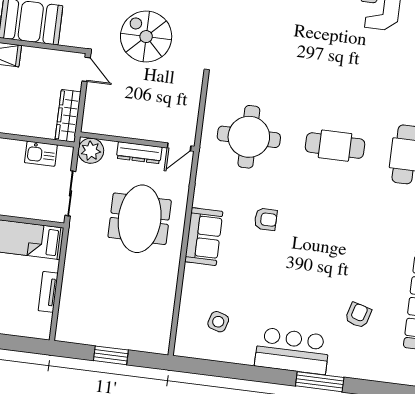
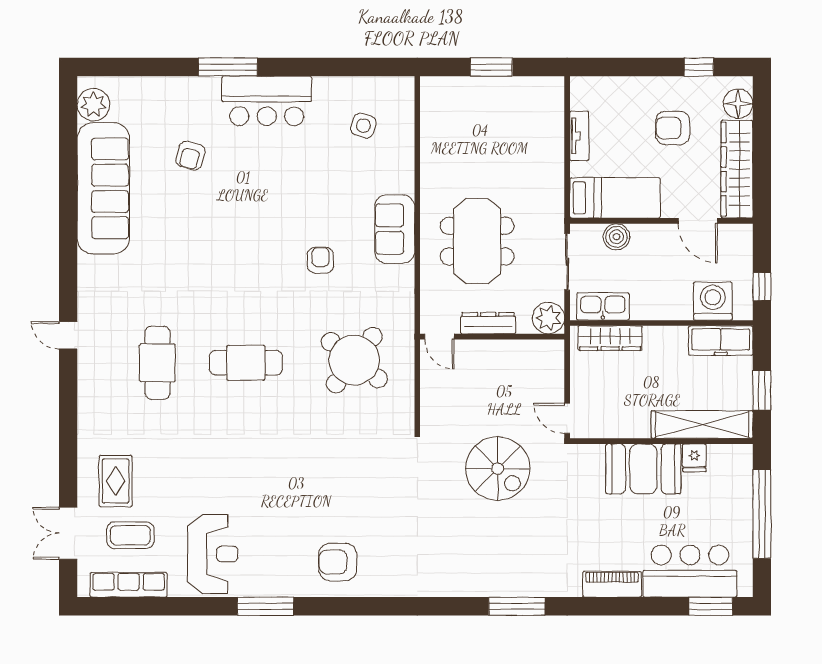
wardrobe: (68, 116) -> (610, 338), moved, turned 90
round table: (249, 137) -> (354, 360), turned 38
door: (179, 147) -> (439, 337), swing flipped
kitchen sink: (41, 154) -> (603, 306), width x1.38
boiler: (29, 208) -> (616, 237), added
armchair: (266, 219) -> (320, 260), turned 90

